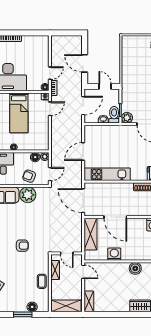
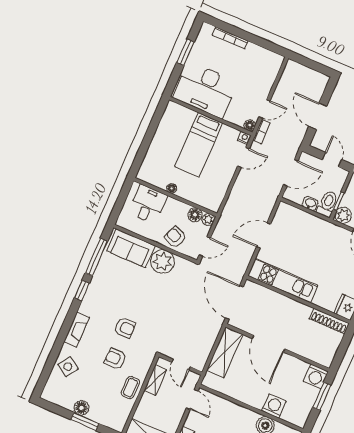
washing machine: (114, 254) -> (274, 406), moved
armchair: (25, 267) -> (115, 359), added
floor lamp: (32, 307) -> (81, 408), moved

